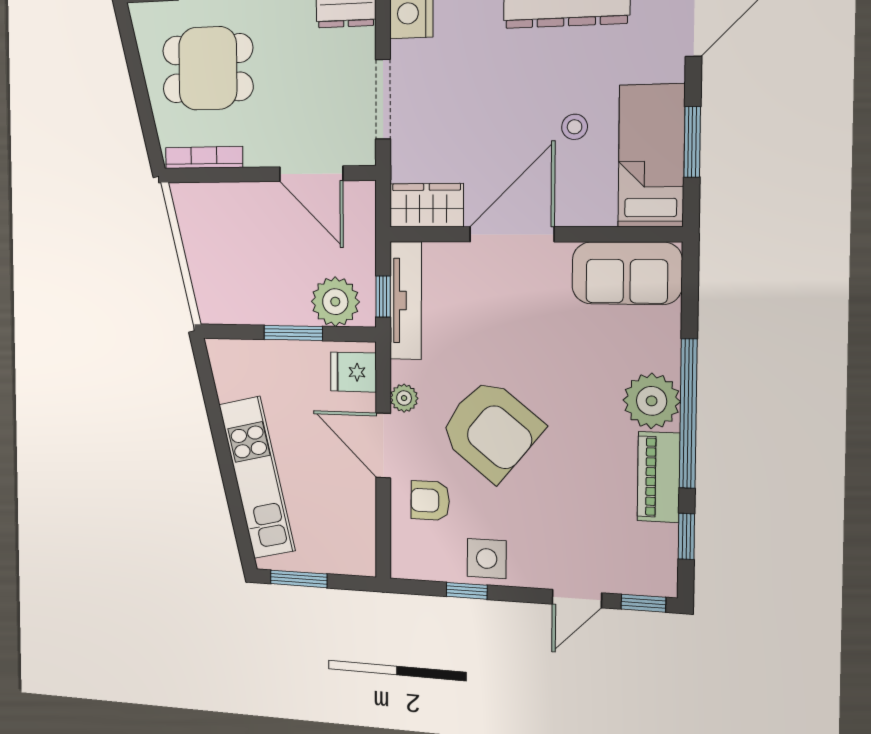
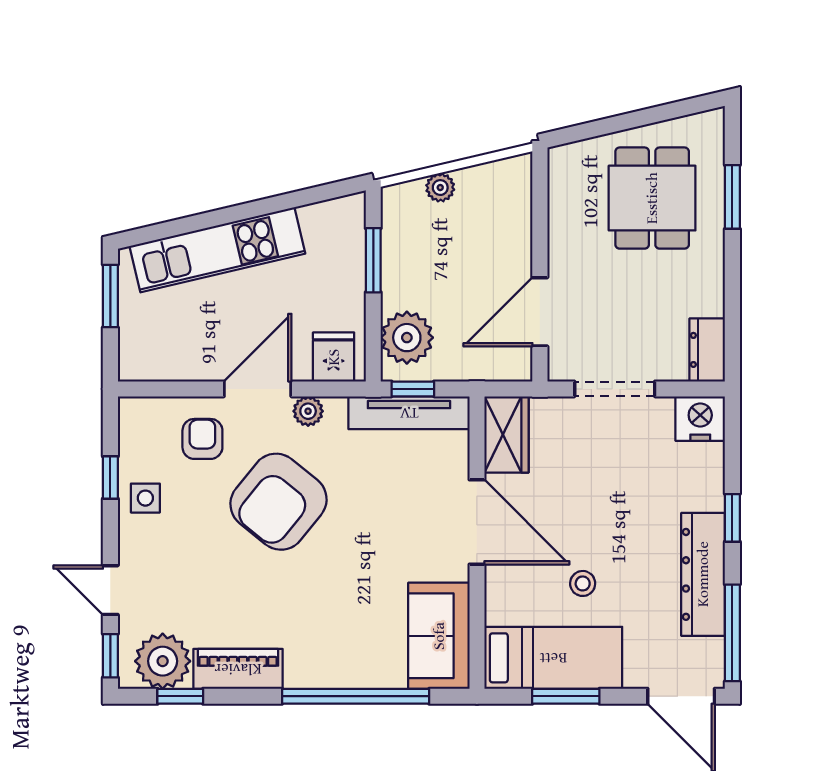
bookcase: (204, 158) -> (558, 193), removed
plant: (200, 269) -> (440, 188), added
window: (293, 333) -> (373, 260), moved
plant: (652, 401) -> (163, 661), moved
window: (688, 414) -> (356, 696), moved
side table: (487, 559) -> (145, 498), width x0.73, depth x0.73

